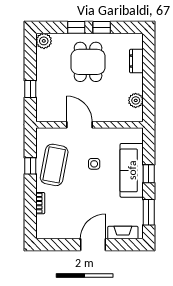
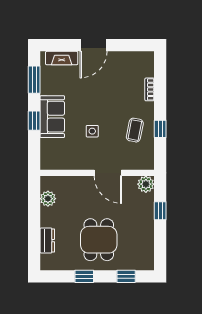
window: (76, 27) -> (126, 276), moved
plant: (44, 41) -> (146, 184), moved
coffee table: (54, 165) -> (135, 130), width x0.54, depth x0.58
sofa: (132, 170) -> (52, 117), width x0.73

